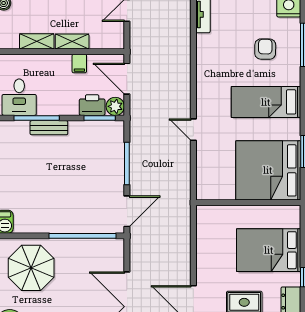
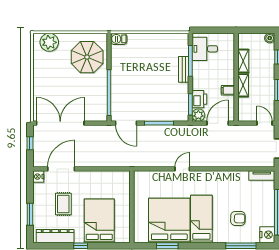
bed: (268, 170) -> (169, 221), moved

